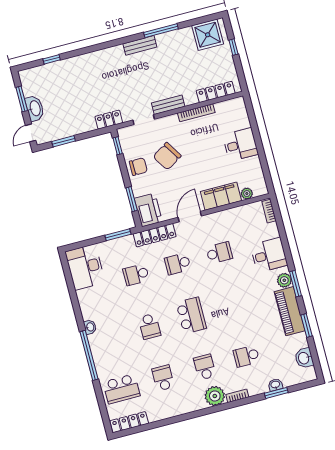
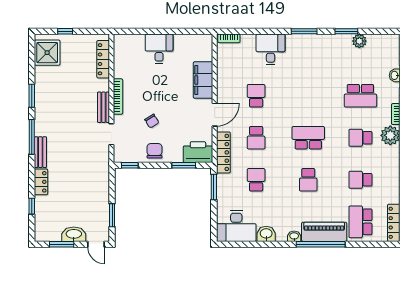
window: (161, 31) -> (32, 96), width x0.69
window: (120, 41) -> (32, 137), added
bench: (140, 45) -> (40, 152), moved
bookcase: (196, 113) -> (118, 96), moved
locker: (109, 120) -> (41, 182), moved, turned 180
chair: (167, 156) -> (152, 121), width x0.54, depth x0.54
plant: (247, 194) -> (207, 55), removed
door: (190, 217) -> (215, 115), swing flipped
school desk: (136, 275) -> (256, 180), turned 180
plant: (284, 280) -> (359, 41), moved
piano: (290, 311) -> (324, 232), moved, turned 180
school desk: (150, 326) -> (308, 180), turned 90
school desk: (246, 356) -> (360, 96), width x1.85
washbasin: (304, 358) -> (266, 234), moved, turned 180
school desk: (122, 389) -> (360, 222), turned 180

